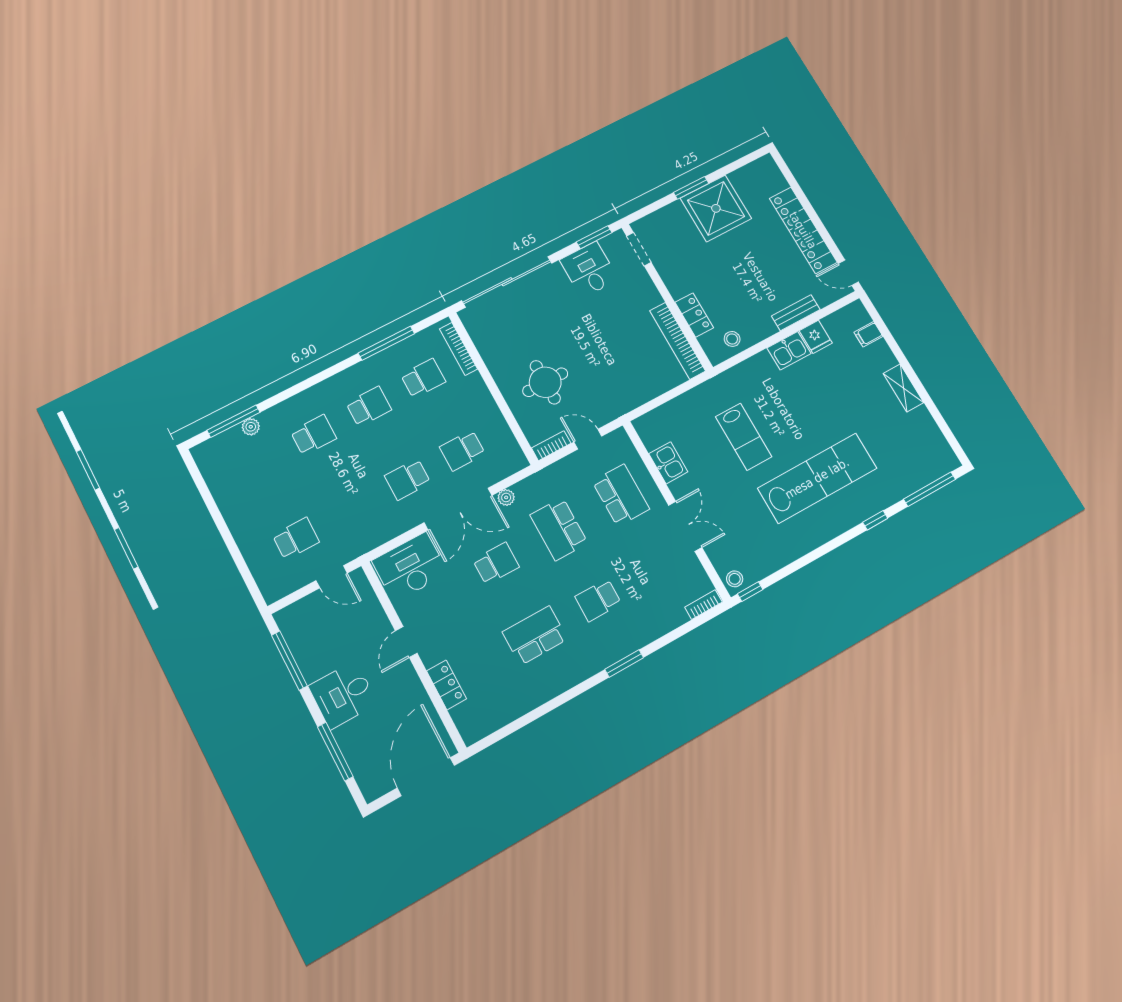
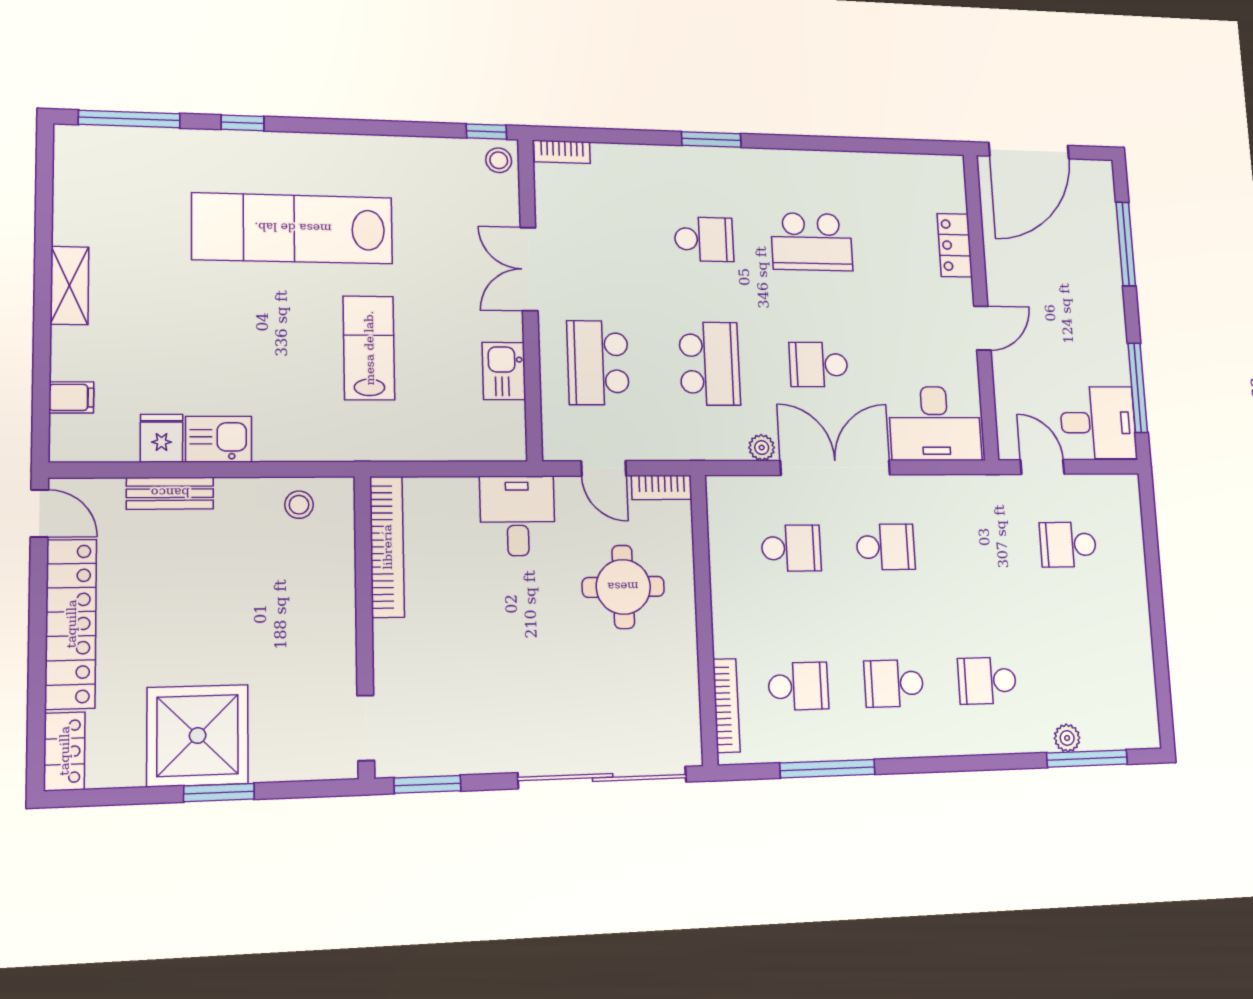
desk: (589, 270) -> (517, 516), moved, turned 180
locker: (694, 315) -> (64, 751), moved, turned 180
school desk: (423, 378) -> (798, 686), turned 180
desk: (343, 695) -> (1098, 423), moved

